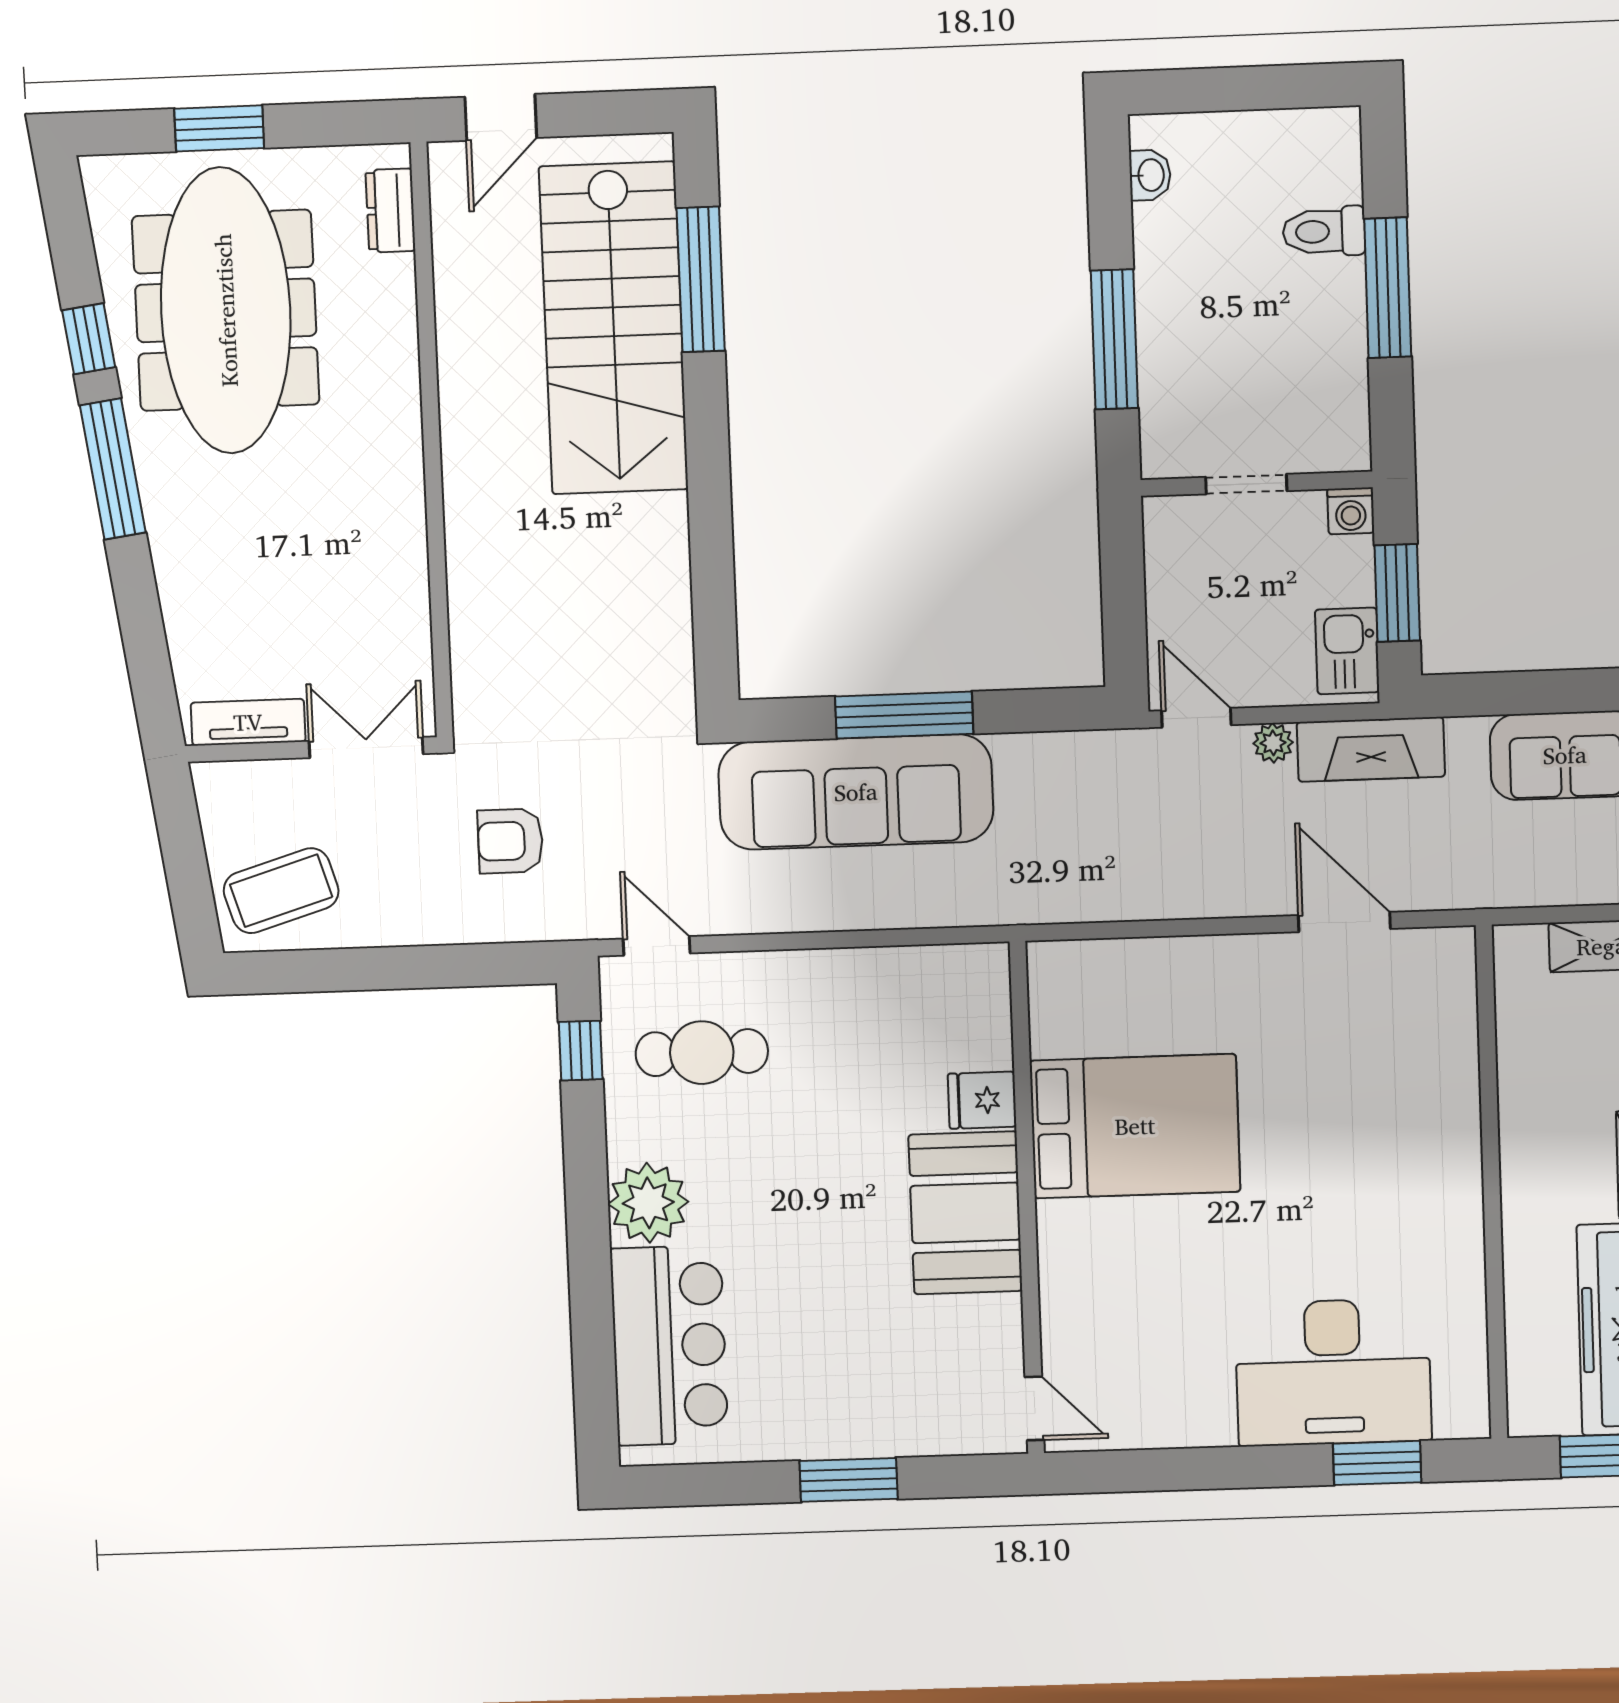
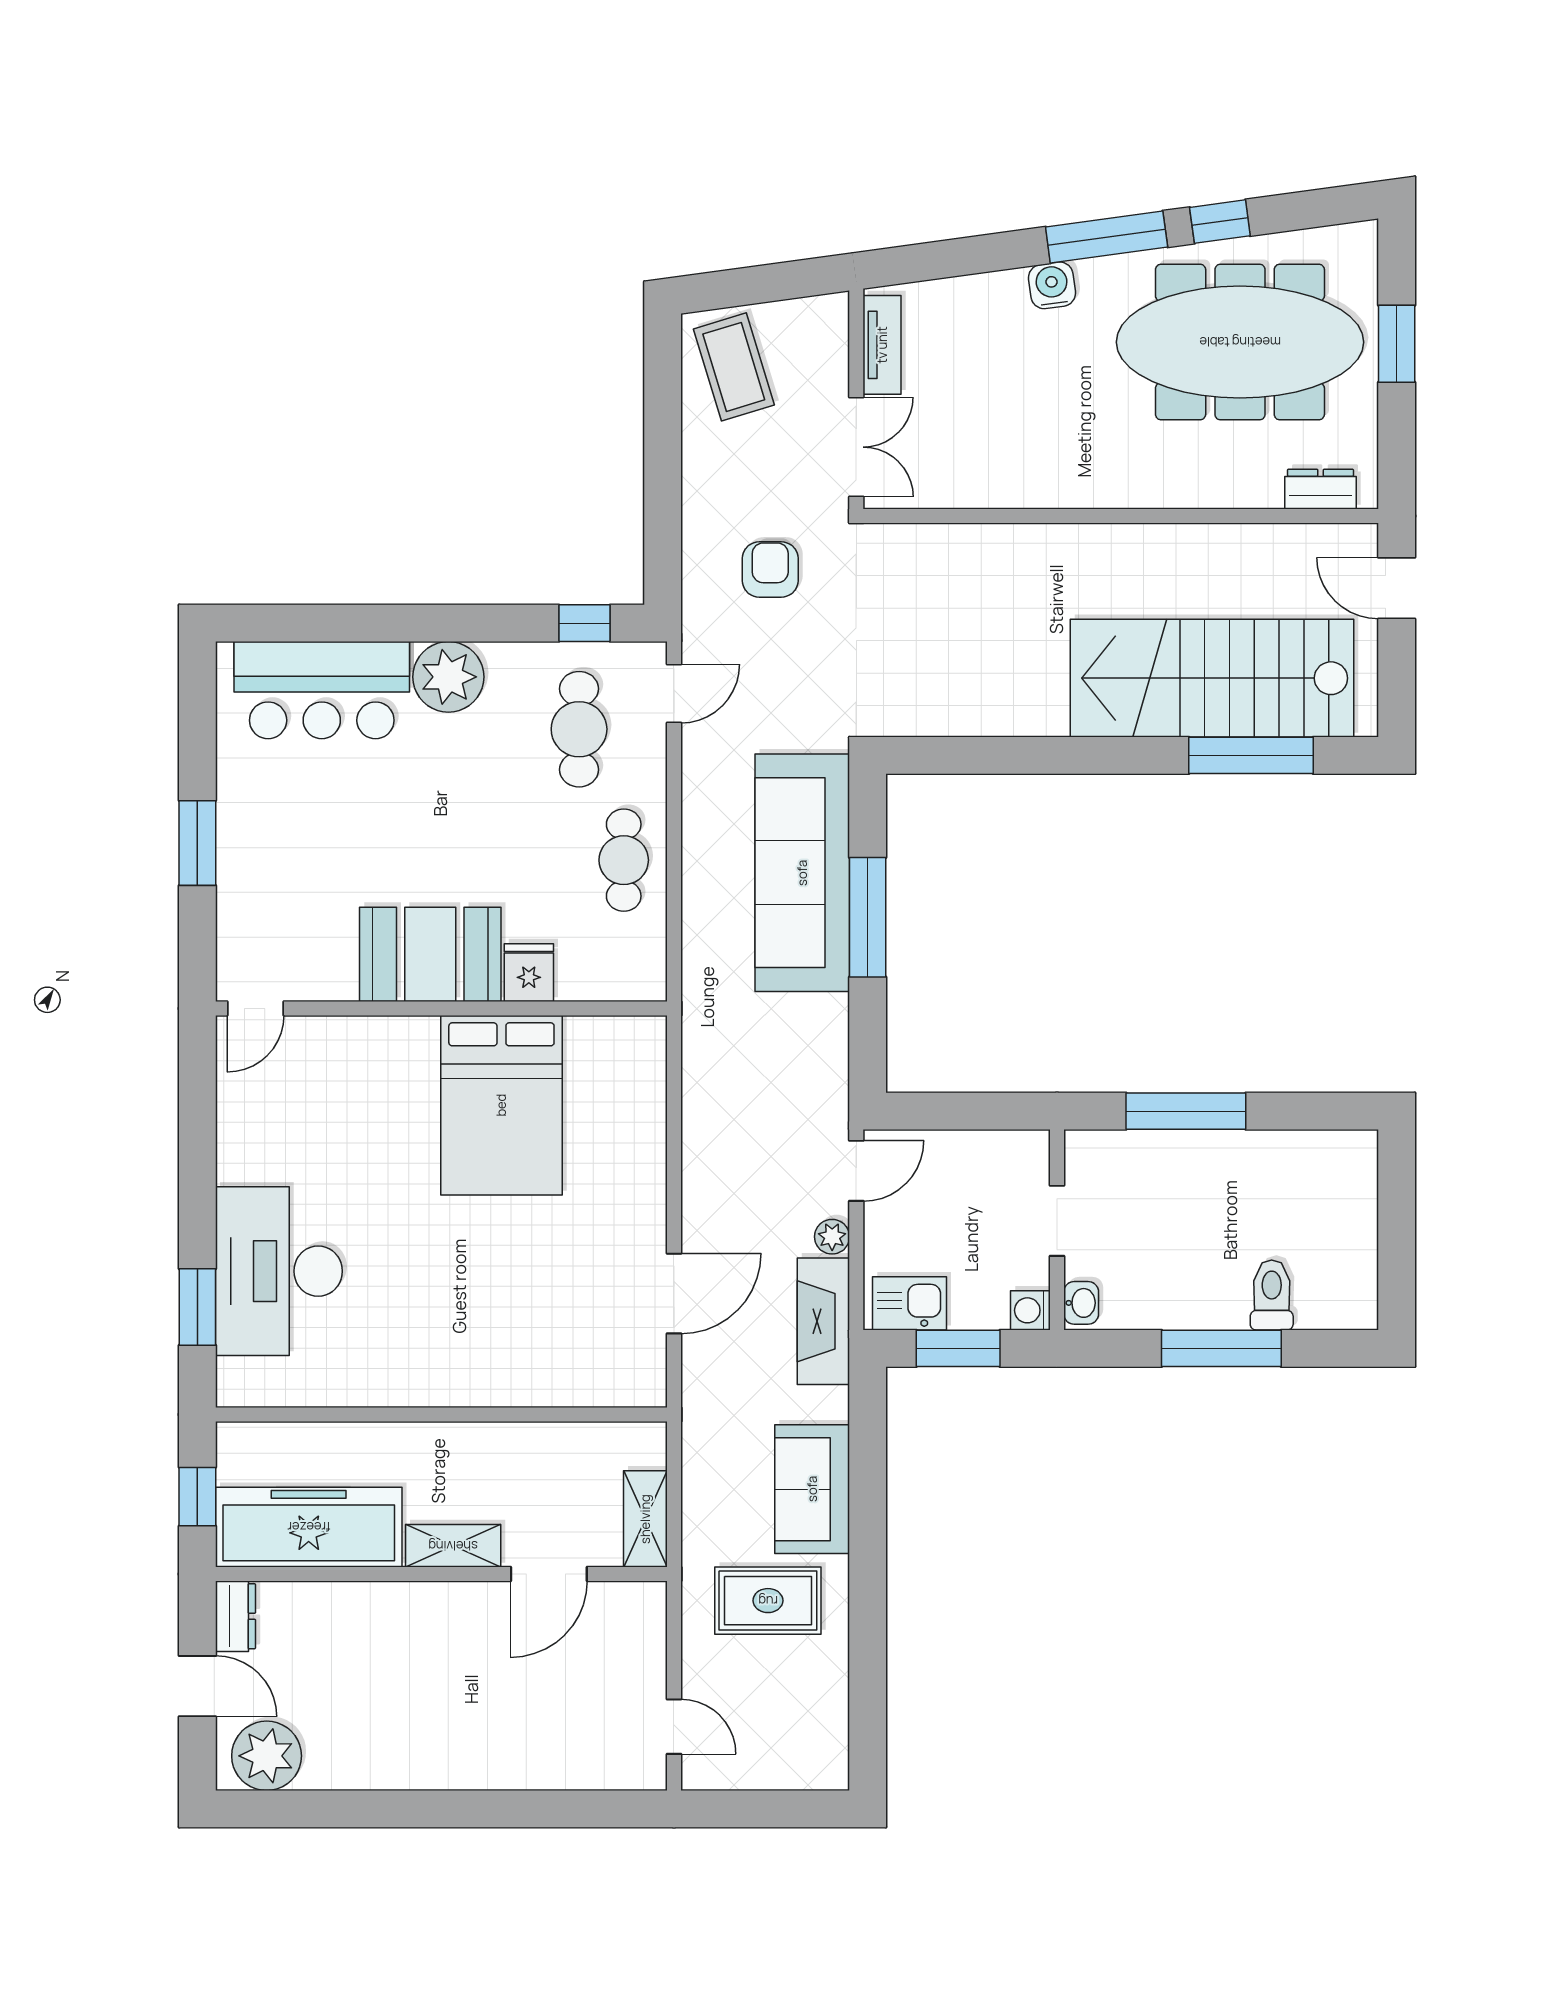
washbasin: (1150, 175) -> (1081, 1303), moved, turned -90
water cooler: (171, 530) -> (1052, 285), added
cafe table: (849, 997) -> (624, 860), added

